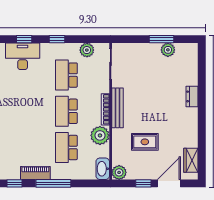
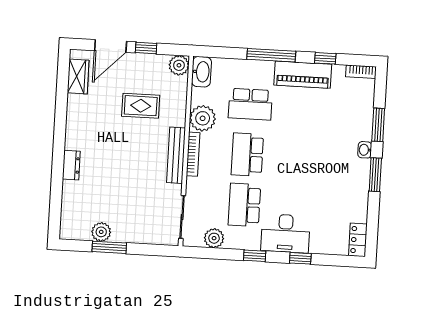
desk: (23, 56) -> (285, 233), moved
school desk: (66, 75) -> (244, 205), turned 180
school desk: (66, 111) -> (247, 155), turned 180
school desk: (66, 148) -> (250, 104), turned 90
piano: (35, 173) -> (303, 75), width x1.37, depth x1.33

